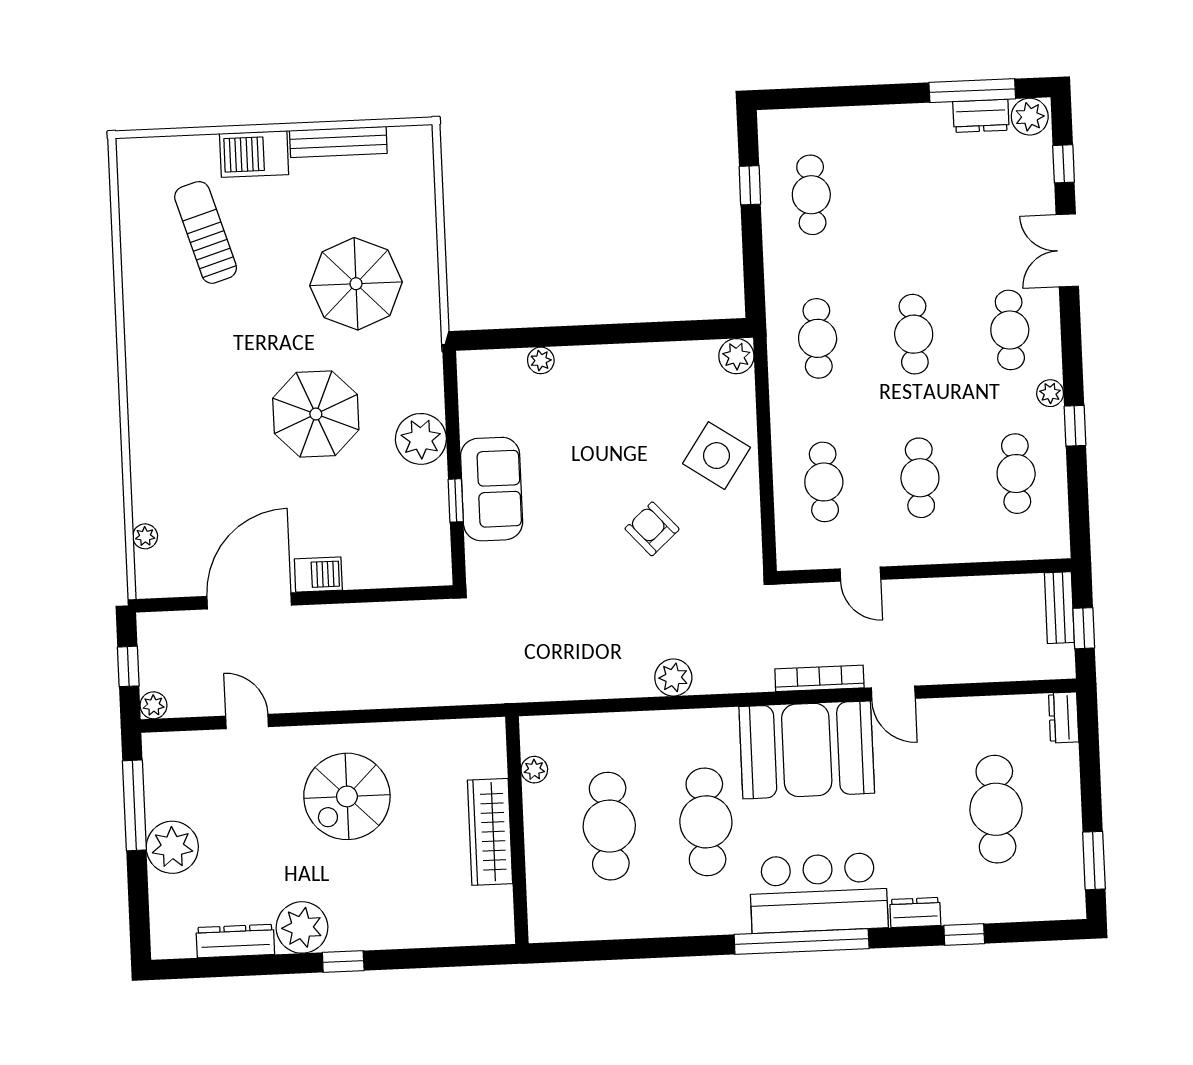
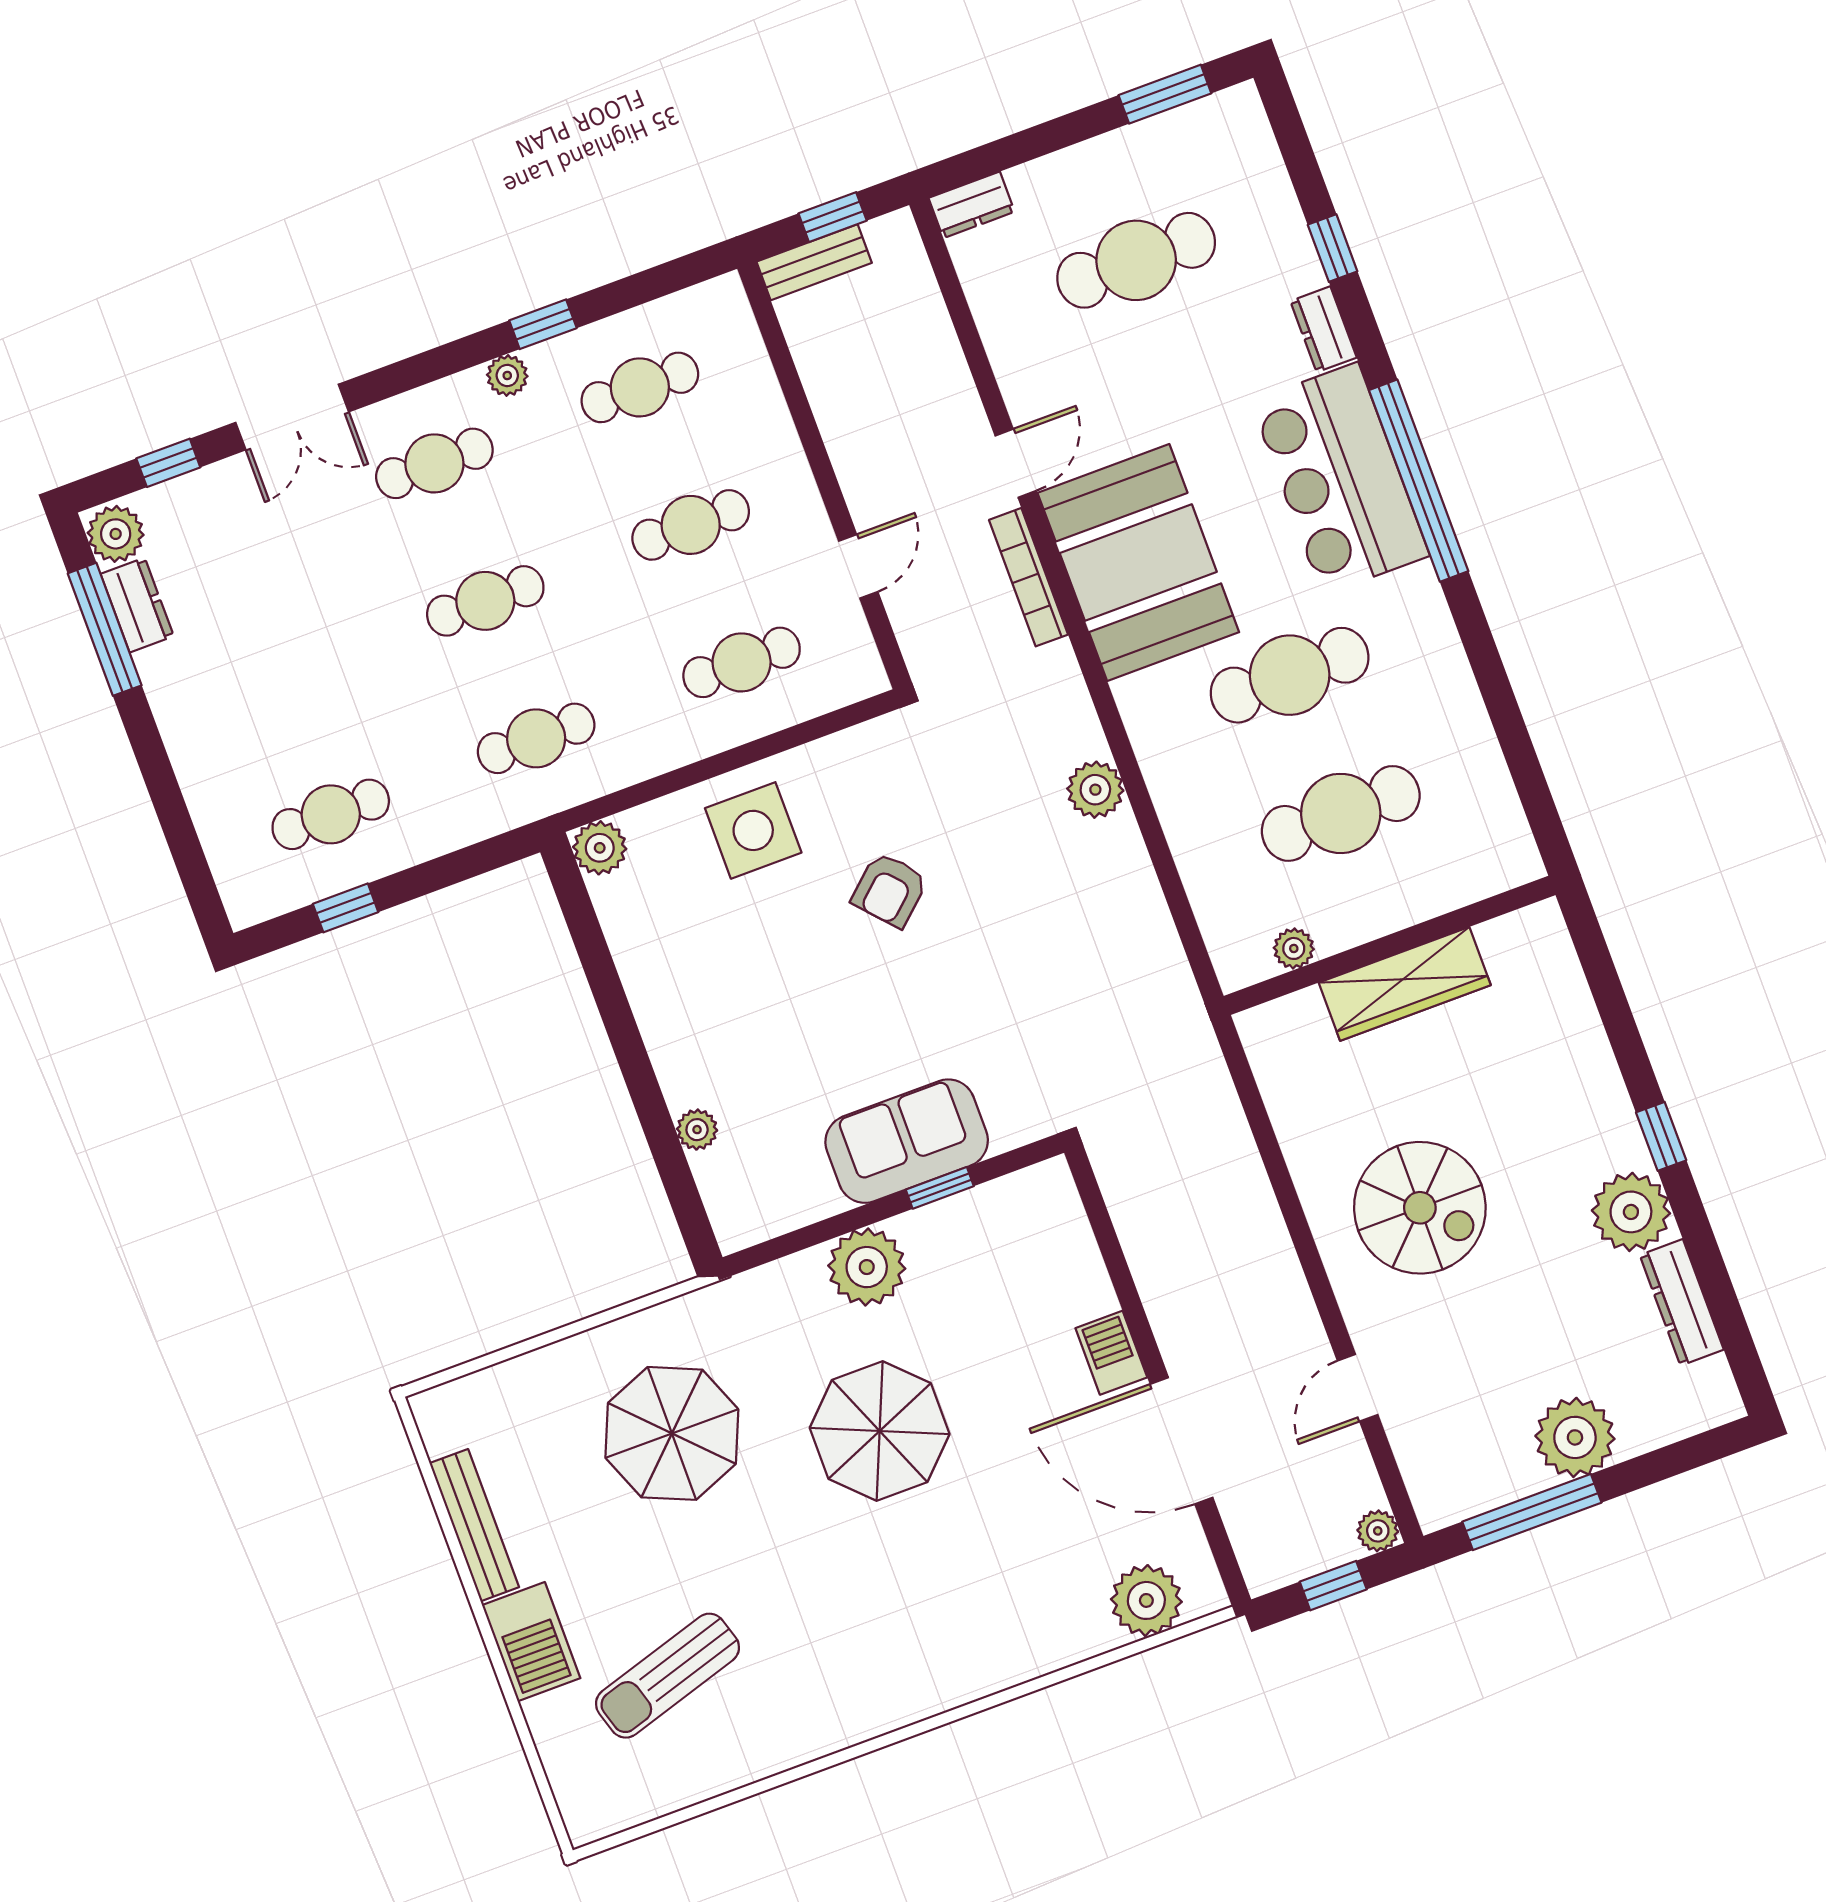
side table: (717, 456) -> (753, 830), turned -34
plant: (145, 536) -> (1146, 1600), width x1.87, depth x1.87

